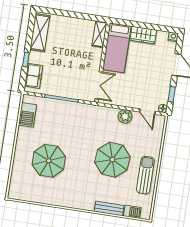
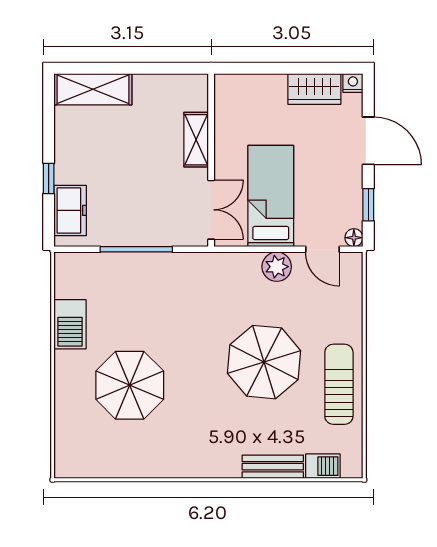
shelving: (40, 33) -> (93, 89), moved, turned 90
shelving: (100, 34) -> (196, 140), moved
wardrobe: (143, 35) -> (314, 89), moved
bed: (117, 48) -> (271, 196), moved, turned 180
barbecue: (28, 115) -> (70, 324), moved

